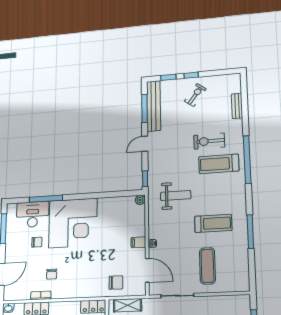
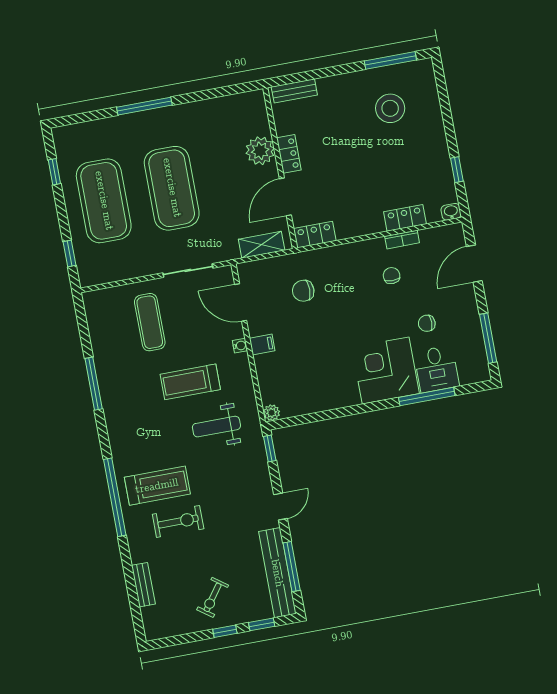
desk: (33, 214) -> (436, 369), width x0.73
corner desk: (73, 223) -> (386, 370), width x0.74, depth x0.74
treadmill: (213, 223) -> (190, 382), moved
chair: (116, 283) -> (303, 291), moved

